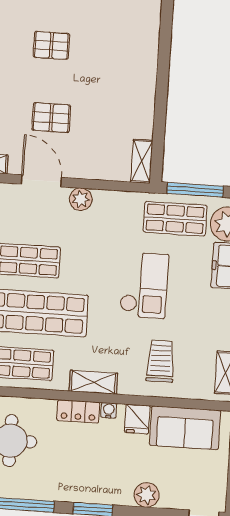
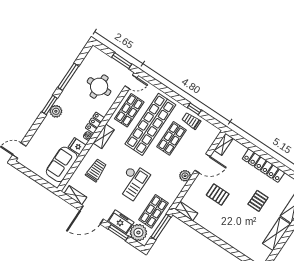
pallet: (51, 118) -> (218, 195), moved, turned 90
checkout: (144, 285) -> (133, 182), turned -90
trolley: (160, 361) -> (96, 170), turned -90
plant: (147, 495) -> (56, 111), moved

